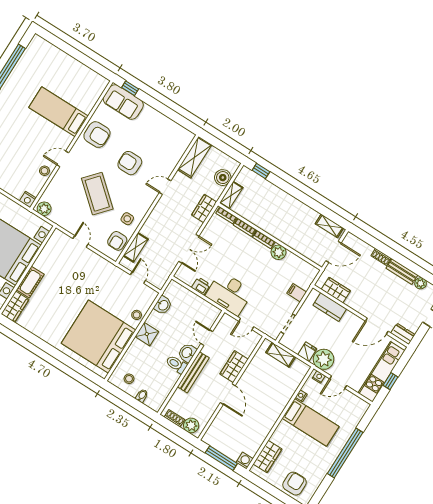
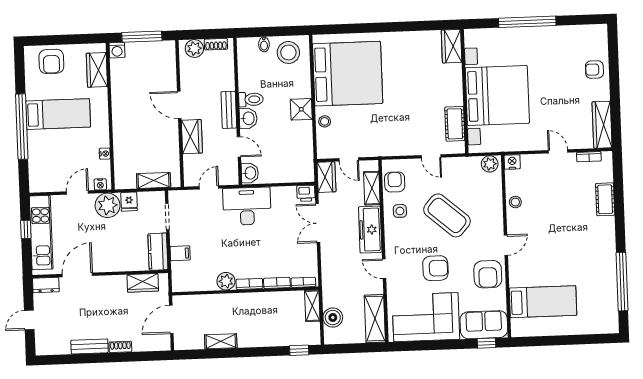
bed: (59, 112) -> (543, 302), moved
corner sofa: (159, 134) -> (426, 317), added
armchair: (97, 135) -> (488, 274), turned -90
door: (63, 159) -> (506, 245), moved
door: (165, 187) -> (384, 269), swing flipped
wardrobe: (204, 208) -> (326, 177), moved
freezer: (156, 220) -> (370, 230), added
shelving: (329, 226) -> (221, 341), moved
cot: (30, 282) -> (455, 124), moved
plant: (421, 283) -> (63, 348), removed
printer: (201, 286) -> (306, 193), moved
washbasin: (163, 305) -> (250, 173), moved, turned 180
kitchen counter: (330, 307) -> (158, 252), moved, turned -90
bench: (193, 372) -> (229, 110), width x0.73
stool: (129, 379) -> (288, 52), width x1.89, depth x1.89
bed: (311, 422) -> (58, 114), moved, turned 180

